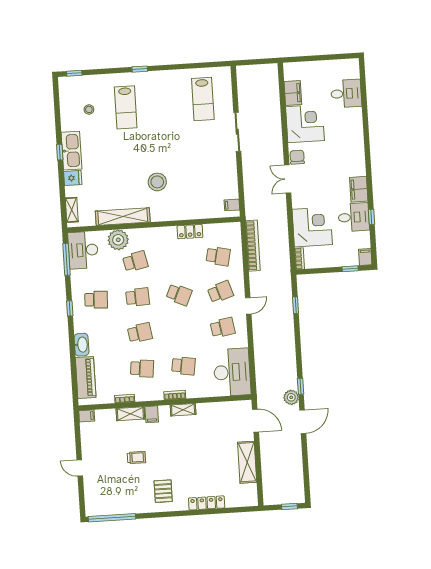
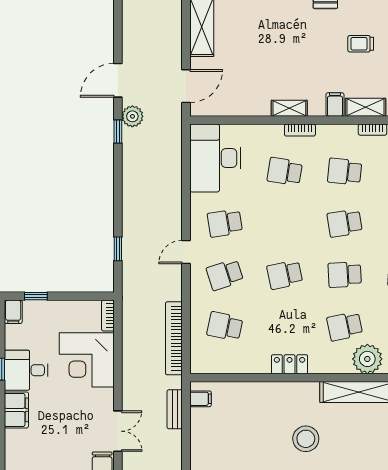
bench: (249, 197) -> (175, 409), added
locker: (190, 232) -> (290, 364), moved
school desk: (179, 294) -> (285, 275), turned -36
door: (255, 421) -> (186, 86), swing flipped

